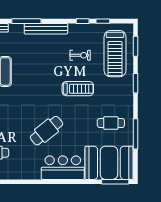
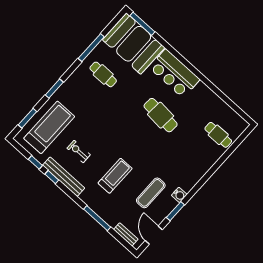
bench: (46, 29) -> (64, 177), moved
treadmill: (78, 89) -> (115, 176), moved, turned 90
cafe table: (47, 131) -> (161, 115), turned 43

